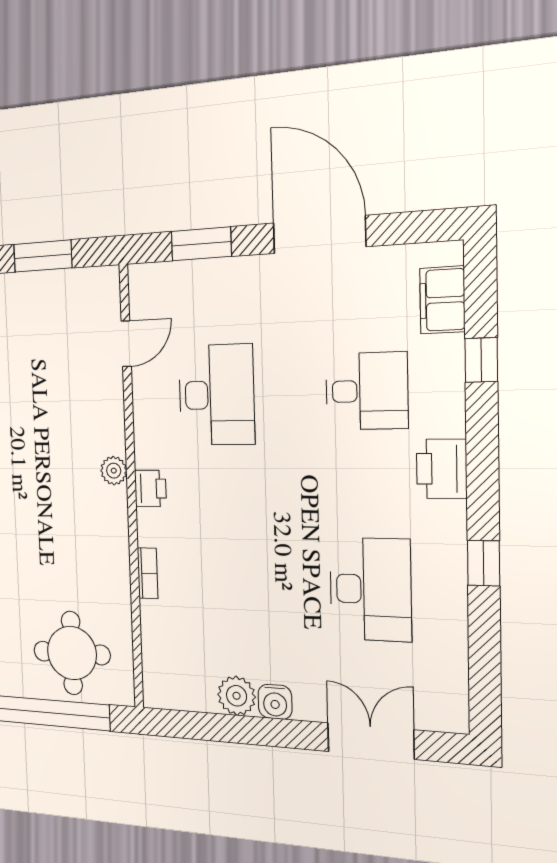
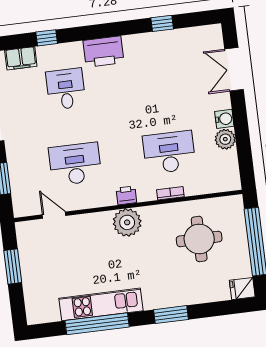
printer: (442, 469) -> (104, 52), width x1.37, depth x1.19
plant: (114, 471) -> (127, 222), width x1.87, depth x1.87
window: (483, 563) -> (162, 23), moved
desk: (370, 589) -> (169, 152), moved
round table: (72, 653) -> (199, 239), moved

